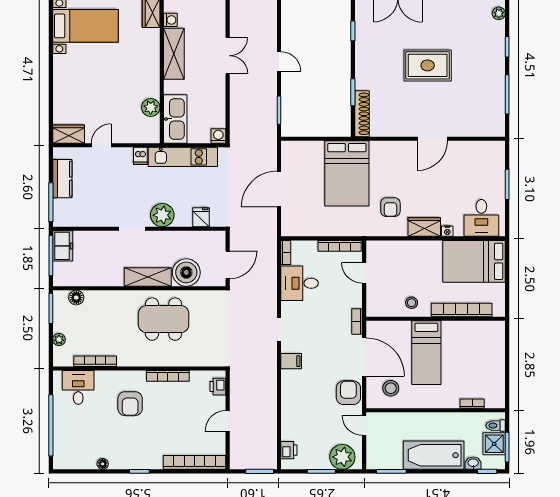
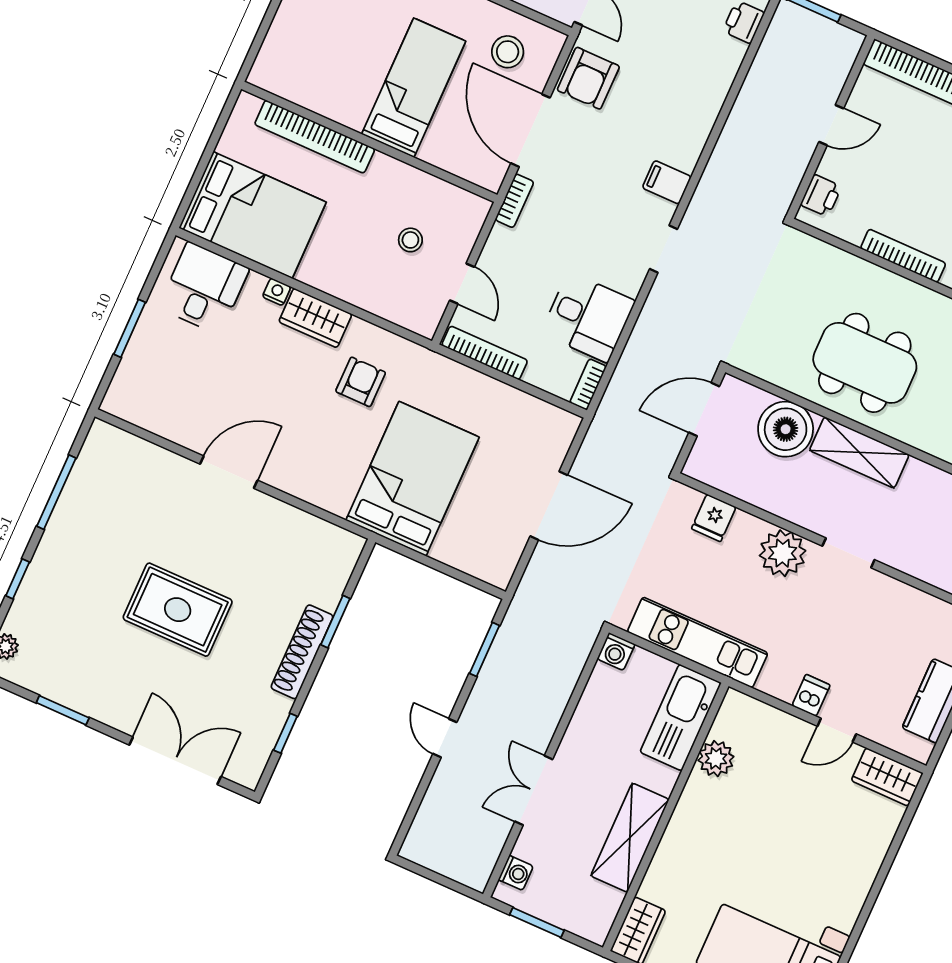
washing machine: (170, 20) -> (516, 873), moved, turned 180
shoe rack: (362, 114) -> (302, 652), moved
dishwasher: (140, 156) -> (811, 695), moved
stool: (412, 303) -> (410, 240), moved

